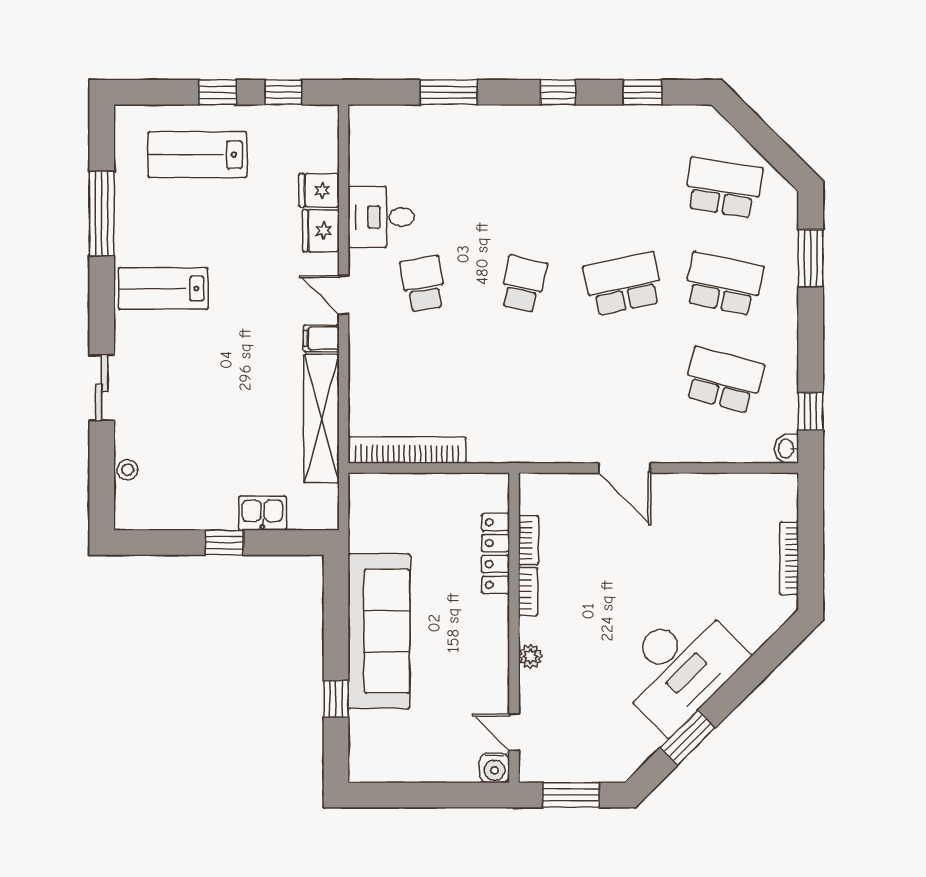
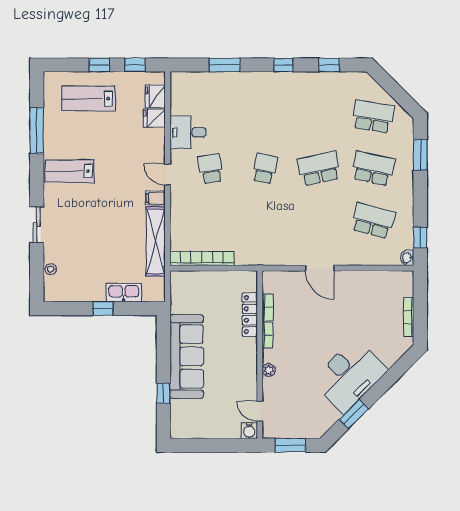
fridge: (321, 231) -> (155, 96), moved
kitchen sink: (262, 513) -> (124, 293), width x1.38

